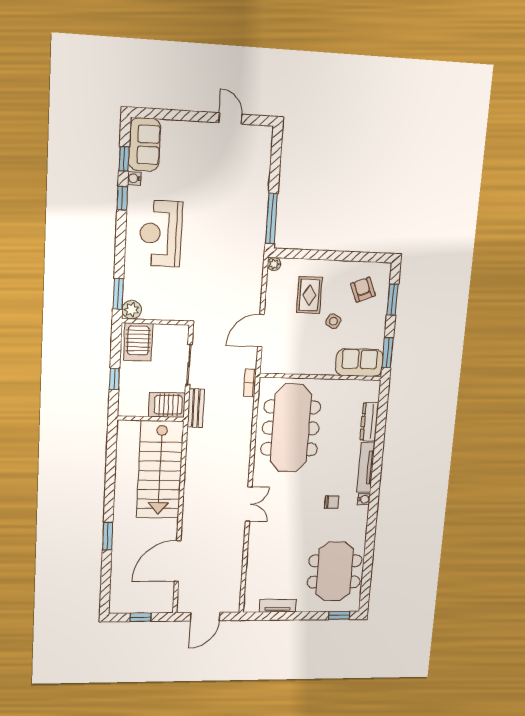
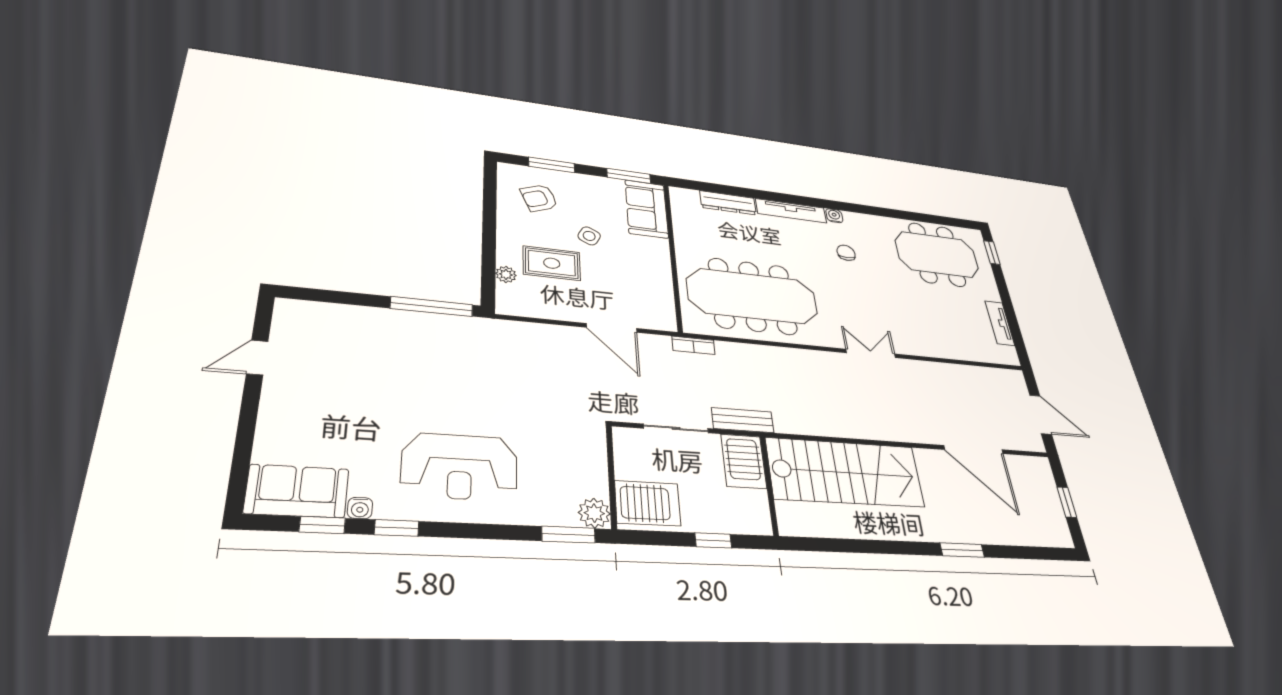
plant: (274, 264) -> (506, 274), moved

